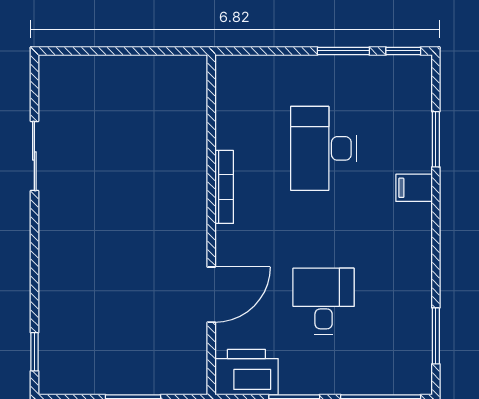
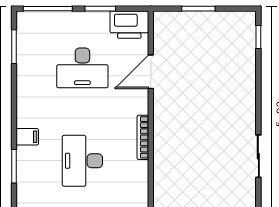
desk: (324, 148) -> (82, 161), turned 180
desk: (324, 301) -> (82, 68), width x1.37

